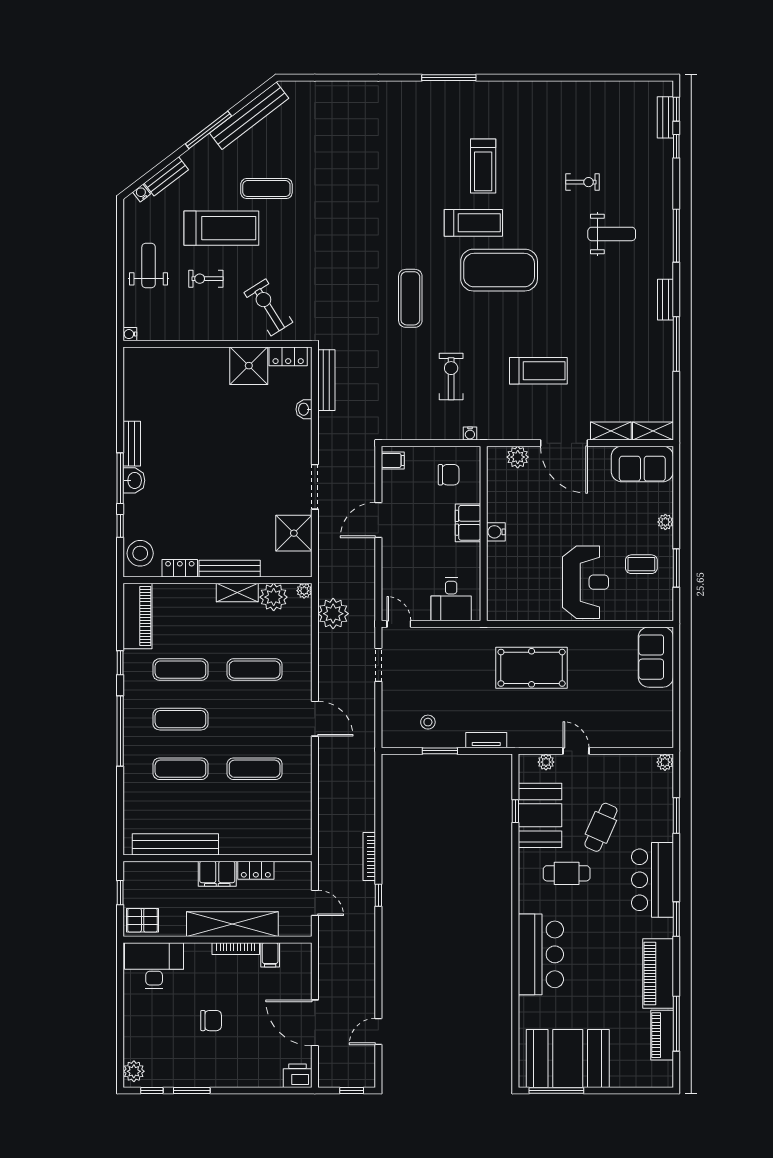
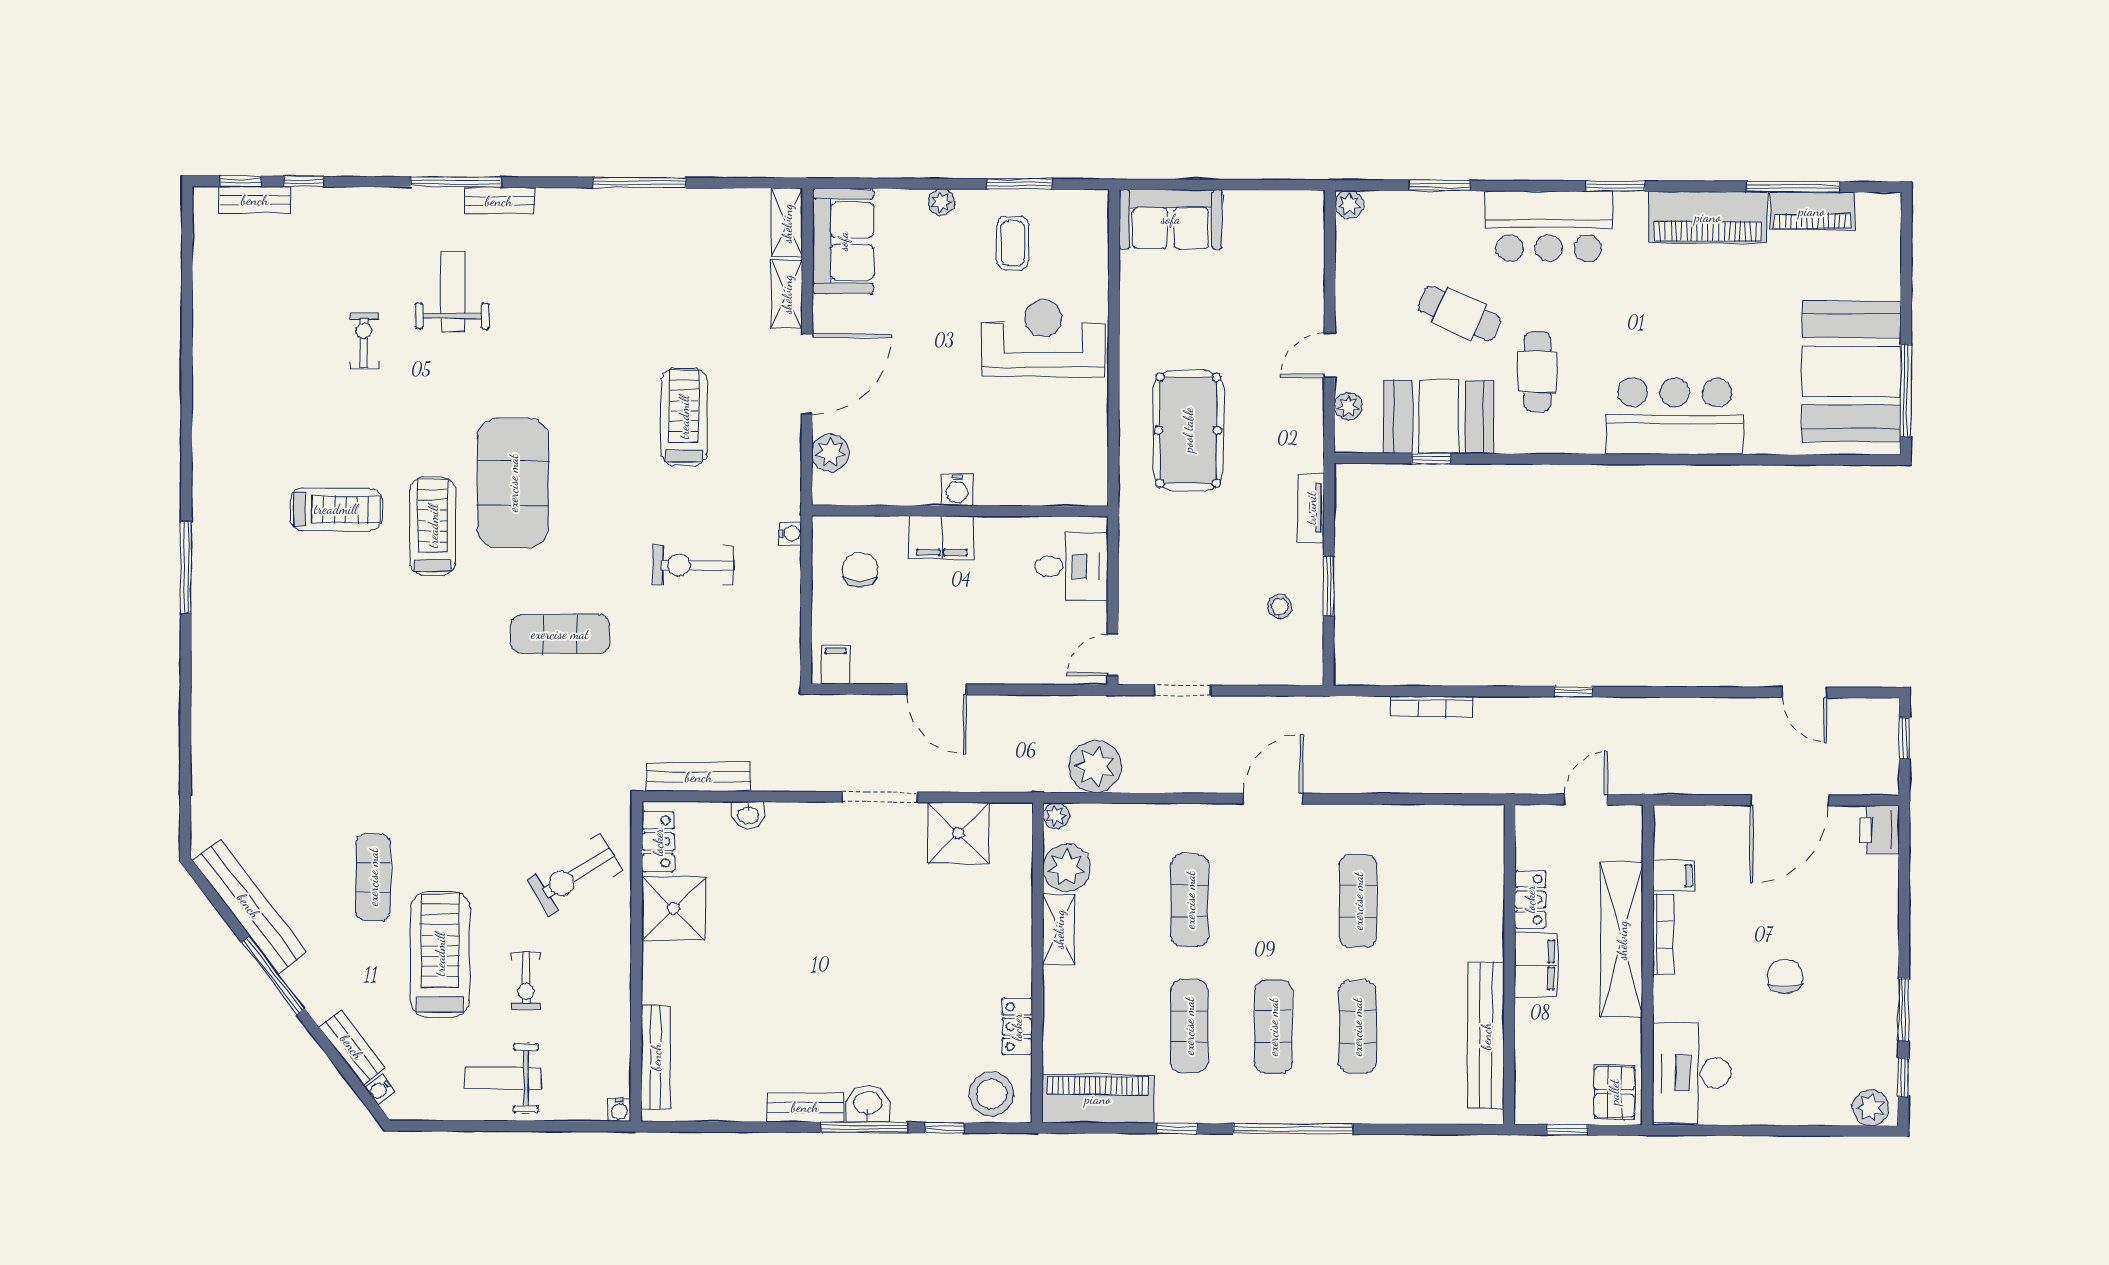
bench: (665, 300) -> (499, 201), moved
bench: (230, 569) -> (656, 1057), moved
bookcase: (369, 856) -> (1432, 707), moved

